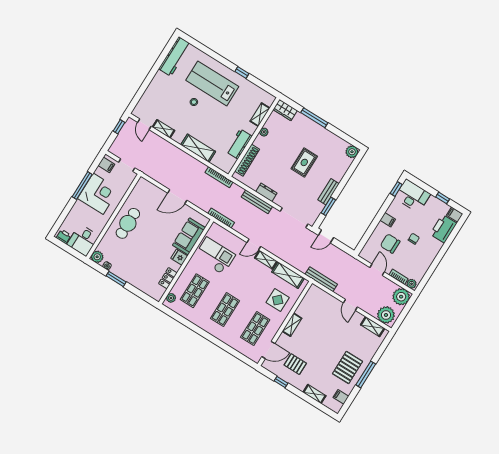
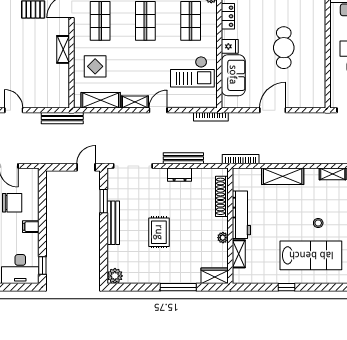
workbench: (239, 144) -> (241, 215), width x1.37
bench: (329, 192) -> (113, 223), width x1.36
cafe table: (128, 223) -> (284, 48), moved

